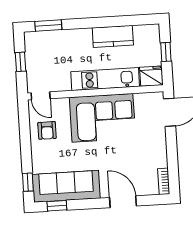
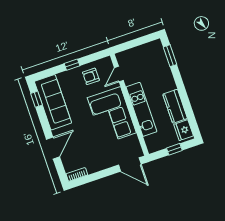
window: (21, 62) -> (137, 42), removed
fridge: (151, 76) -> (184, 130), moved, turned 180
door: (41, 96) -> (119, 74), moved
window: (28, 182) -> (72, 65), moved

